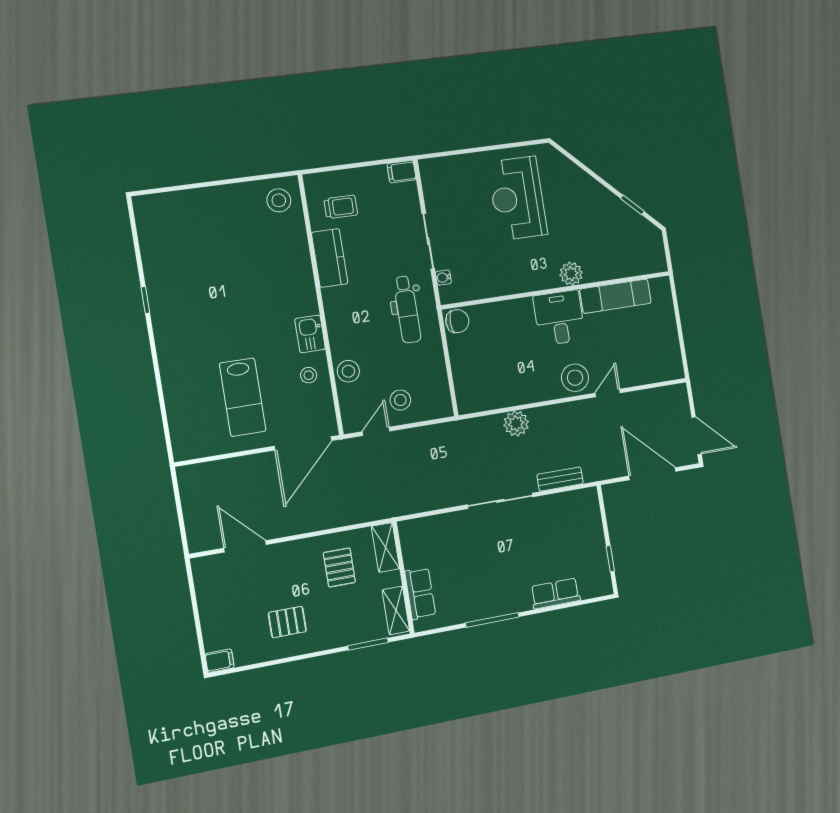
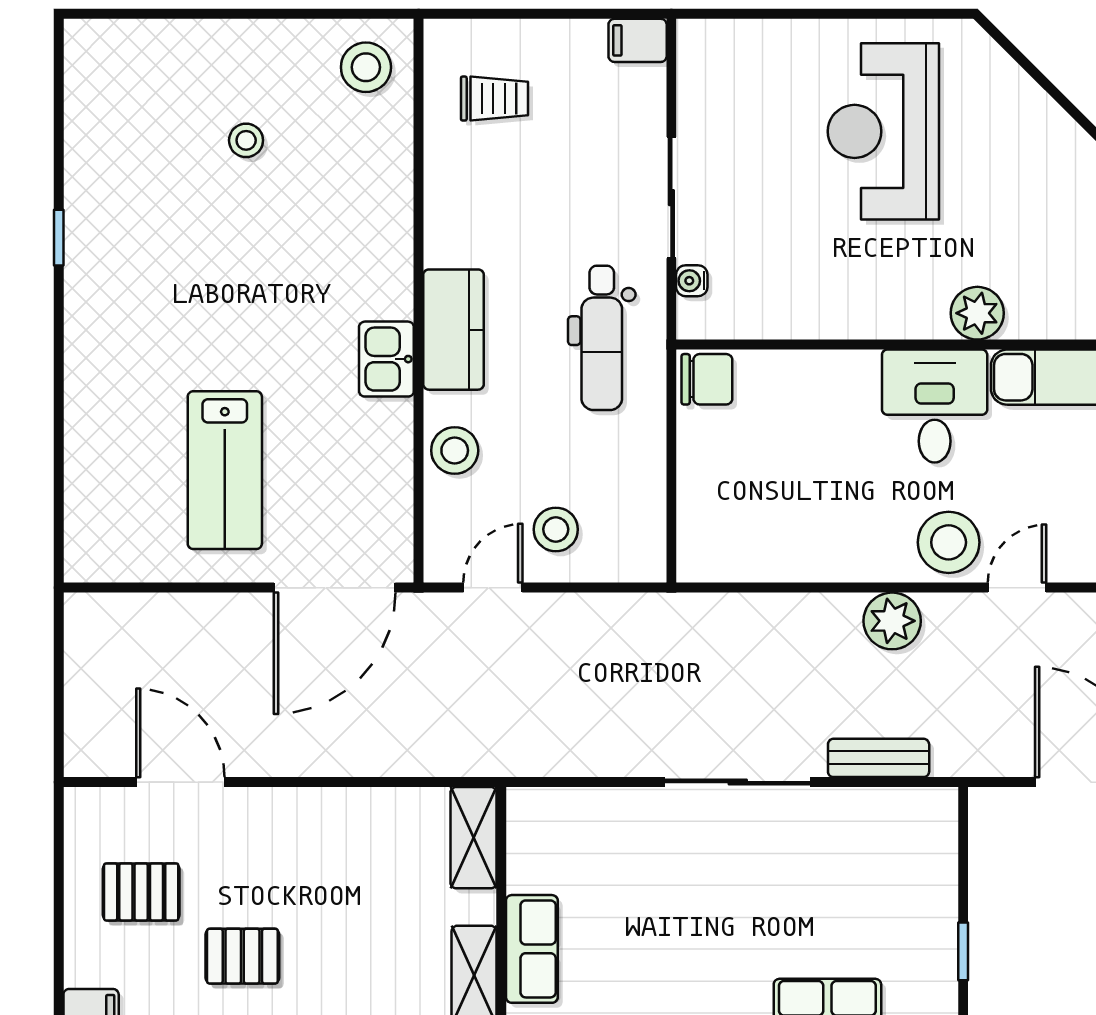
kitchen counter: (330, 258) -> (454, 330), moved
stool: (309, 375) -> (246, 140), moved
plant: (516, 423) -> (892, 621), moved
pallet: (339, 567) -> (141, 892), moved, turned 90

